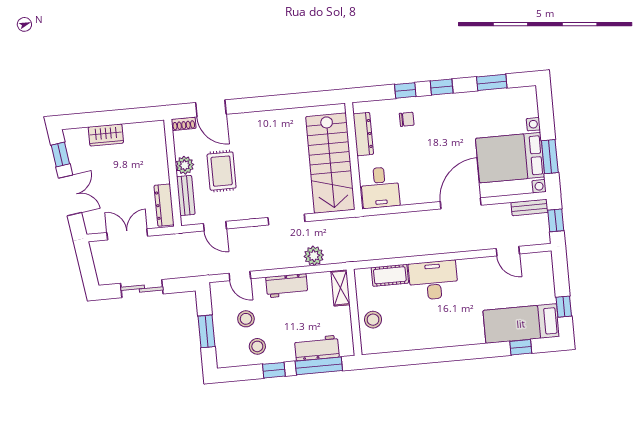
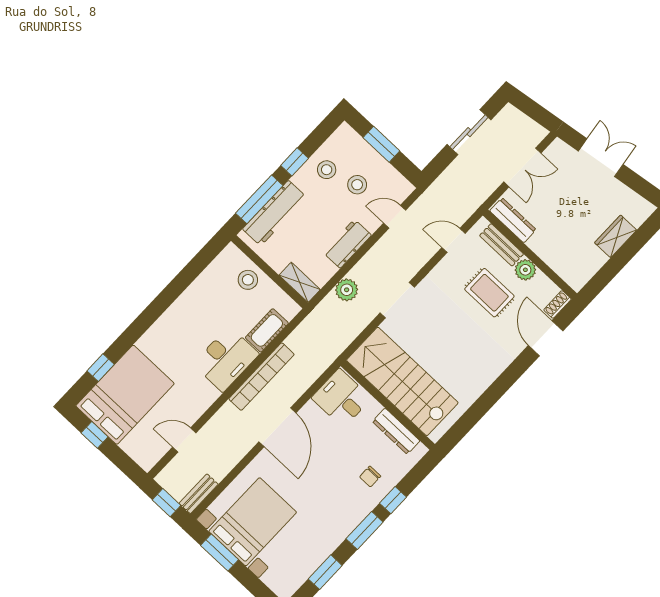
window: (442, 87) -> (364, 530), width x1.50
door: (211, 108) -> (546, 338), hinge flipped
window: (60, 155) -> (640, 185), removed
double door: (70, 195) -> (601, 158), swing flipped
door: (461, 203) -> (277, 427), moved
bookcase: (420, 248) -> (261, 377), added
bed: (521, 324) -> (125, 395), width x1.50
workbench: (317, 348) -> (274, 213), width x1.37

